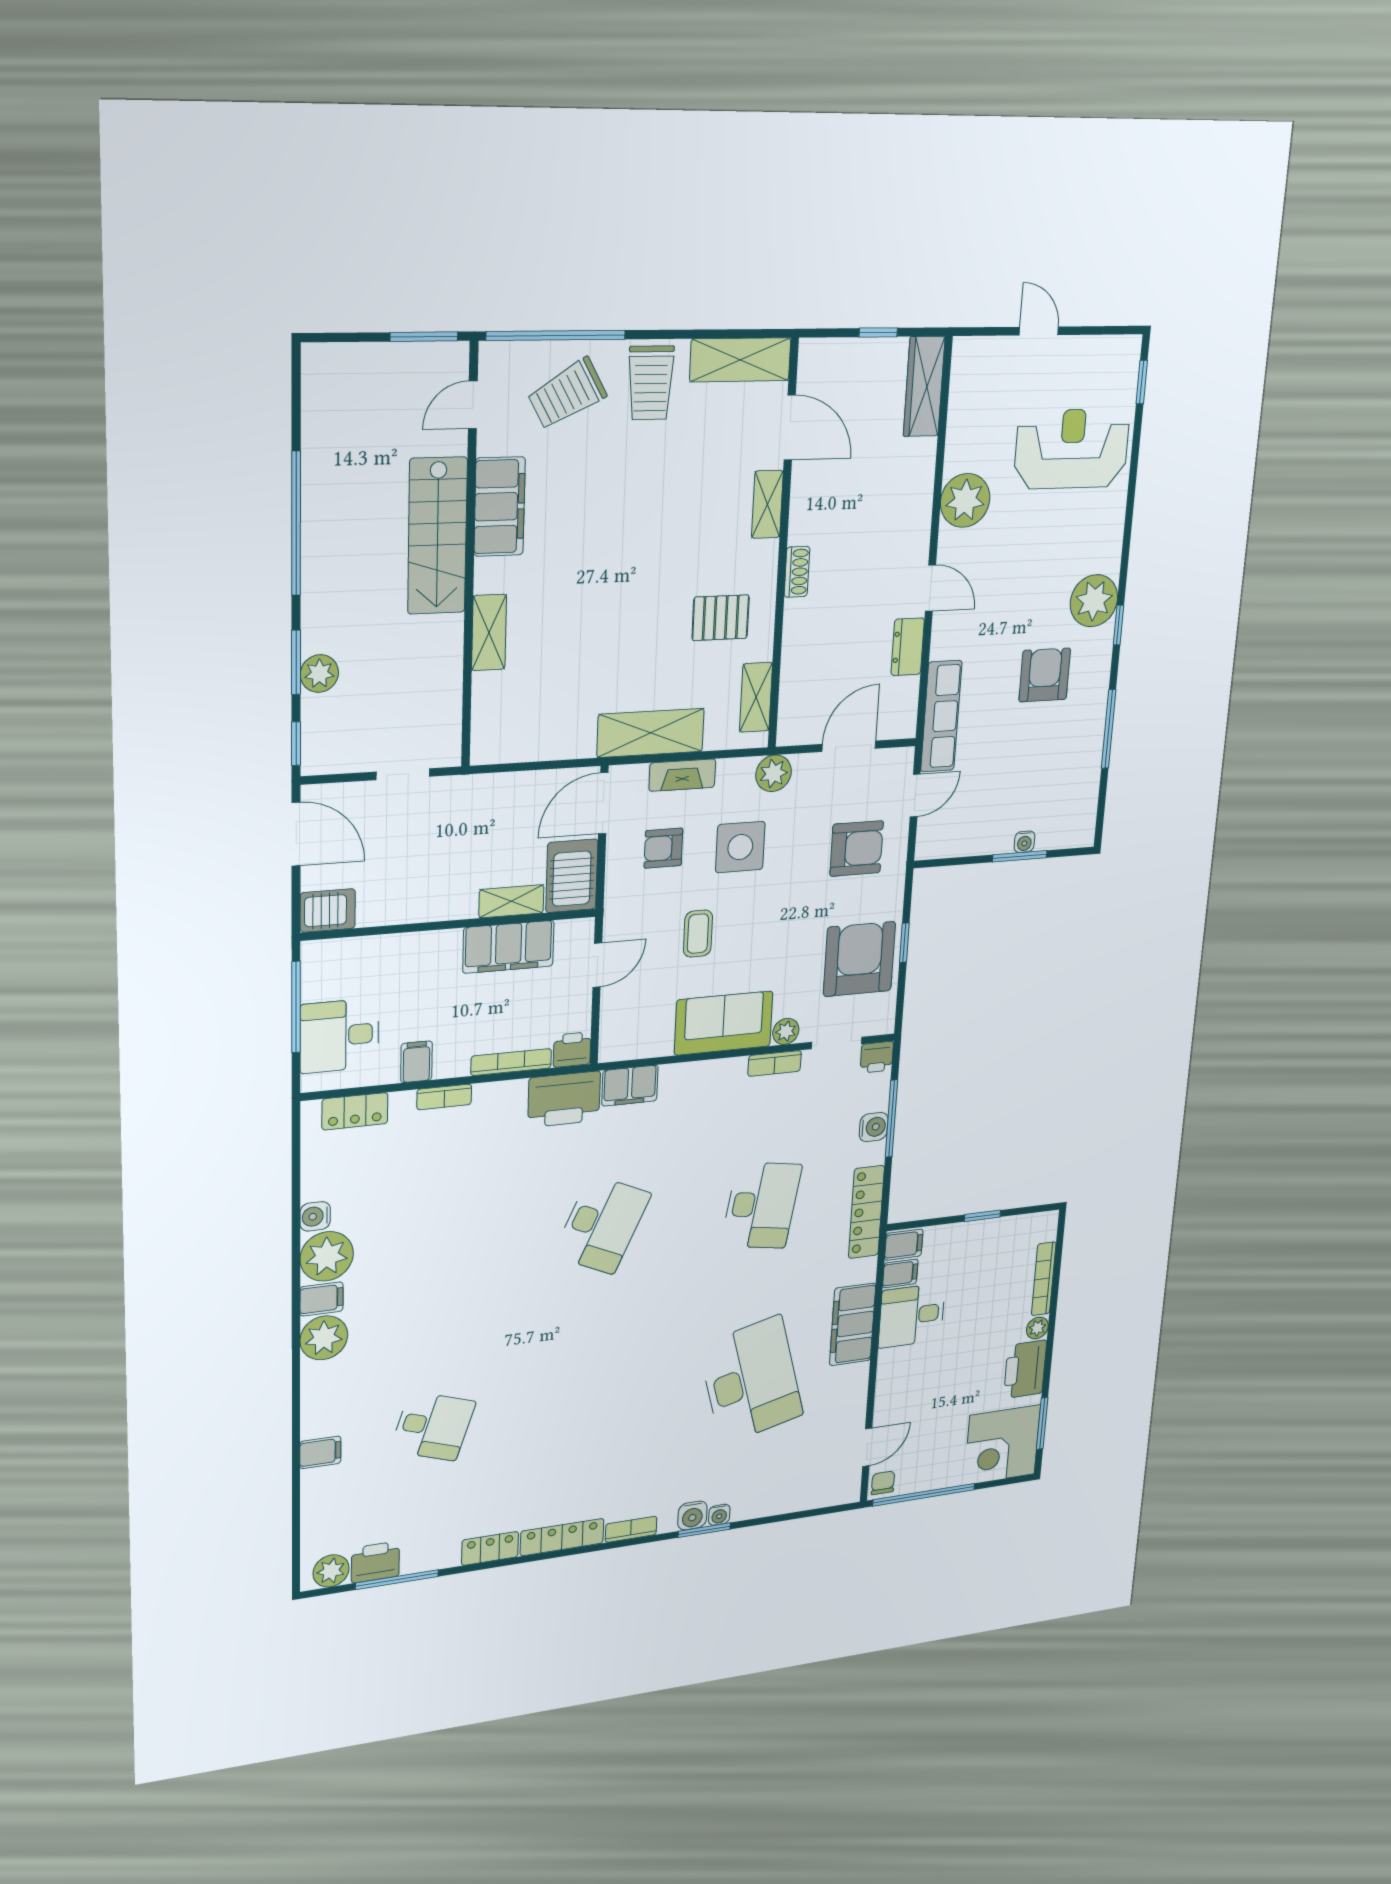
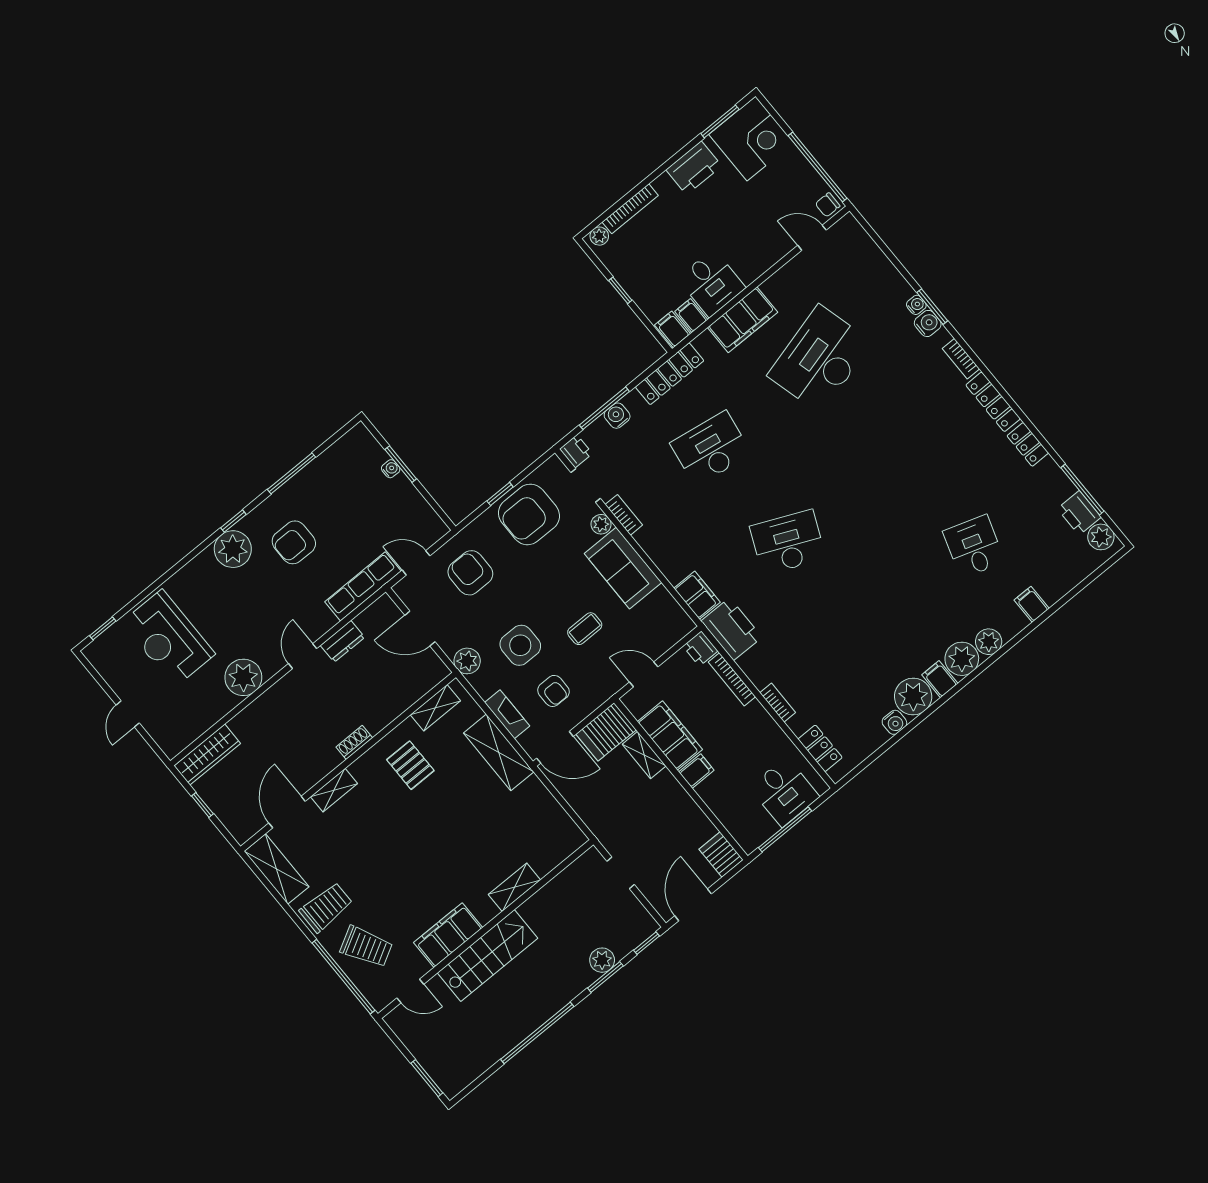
window: (424, 337) -> (427, 1078), moved
filing cabinet: (416, 1062) -> (696, 771), moved, turned 180
plant: (1037, 1328) -> (599, 236), moved
plant: (318, 1380) -> (989, 642), added

